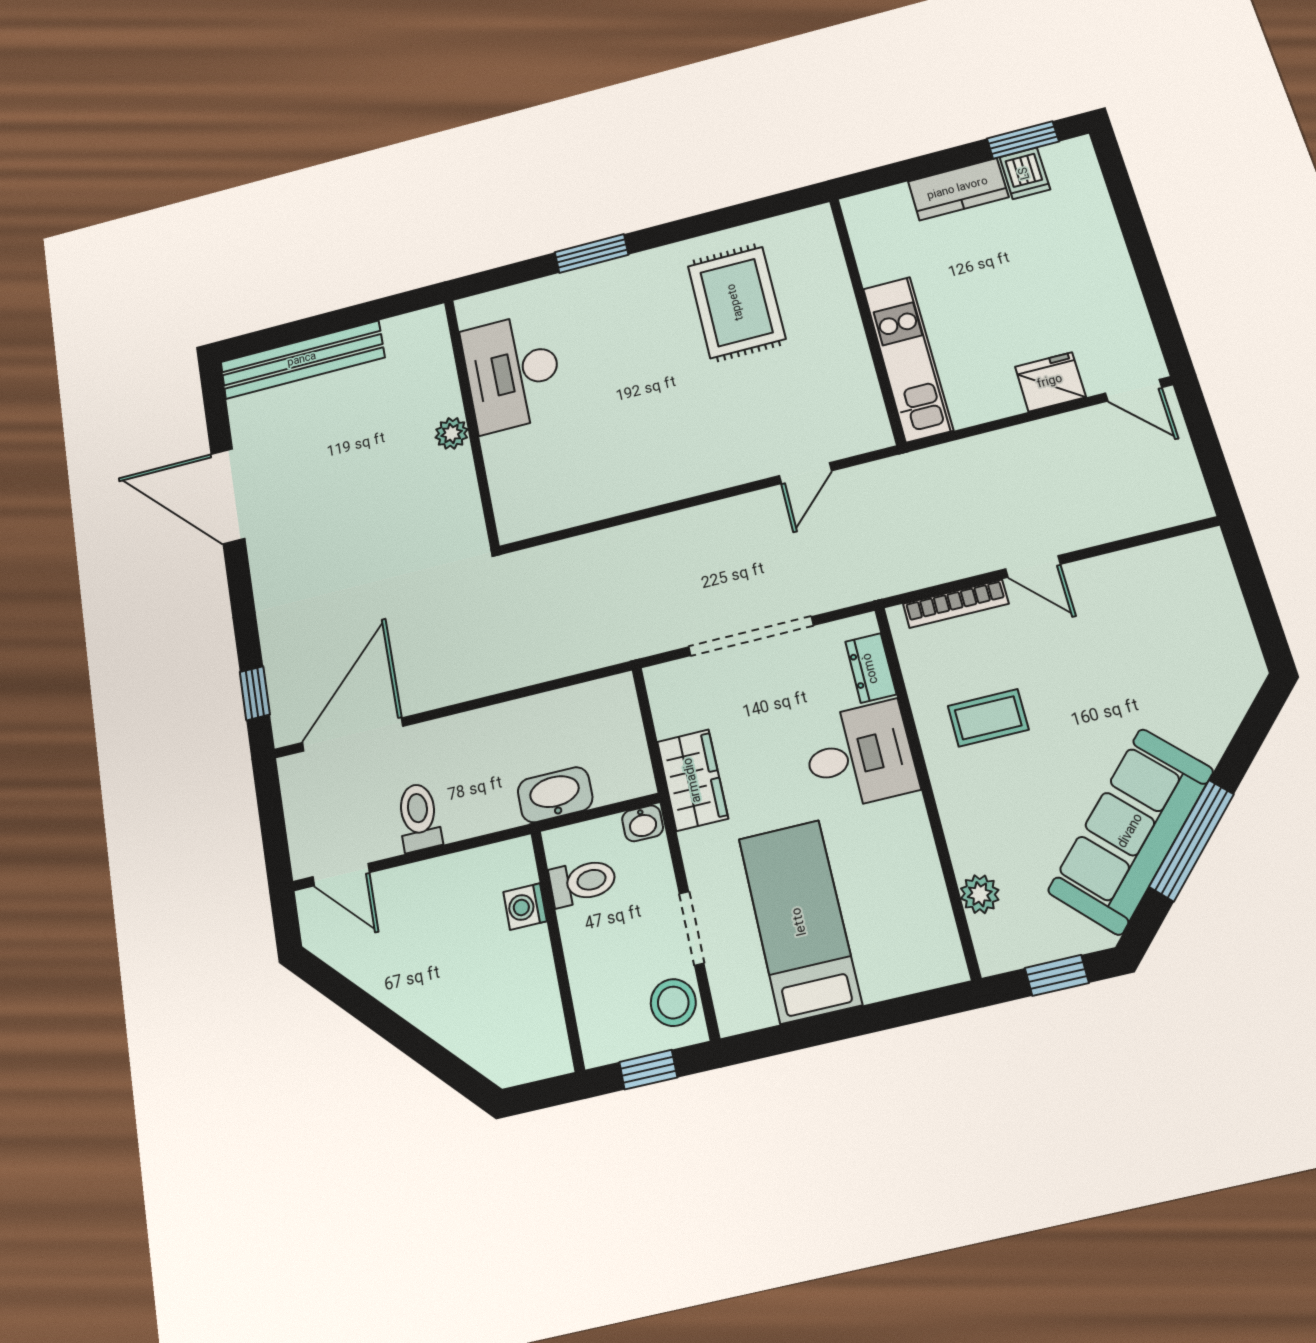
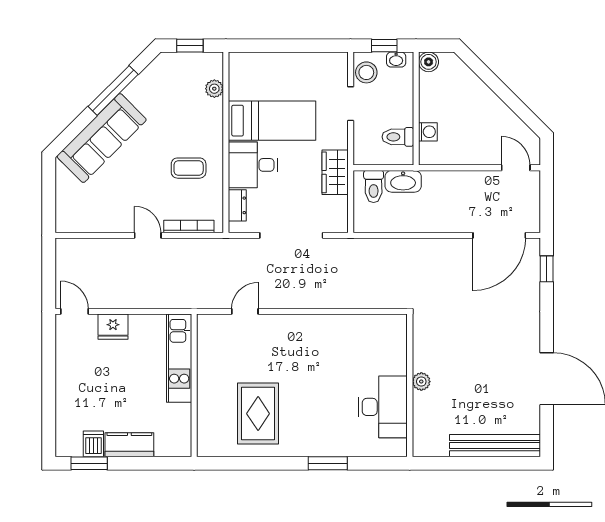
toilet: (419, 817) -> (374, 186), moved
washbasin: (643, 823) -> (396, 60), moved, turned 180
sofa: (1131, 831) -> (102, 138), moved
bed: (800, 921) -> (272, 121), moved, turned -90
boiler: (550, 1055) -> (429, 62), added

